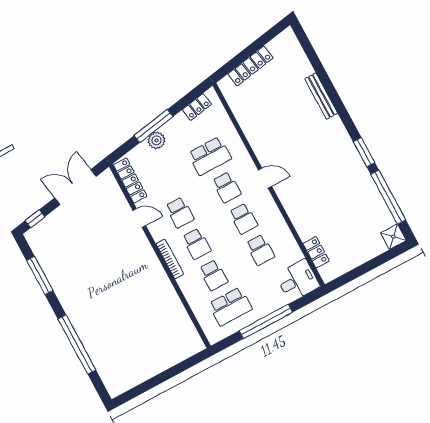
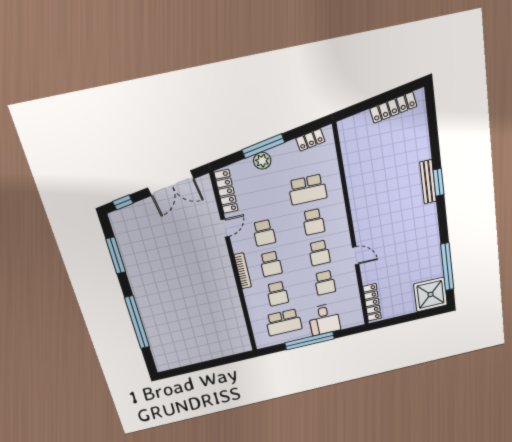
locker: (250, 66) -> (393, 107), moved
bench: (321, 96) -> (428, 182), moved
window: (364, 152) -> (439, 182), moved
door: (265, 178) -> (356, 256), moved
double door: (75, 187) -> (171, 183), swing flipped
door: (139, 218) -> (225, 228), hinge flipped
shower: (393, 237) -> (431, 294), width x1.86, depth x1.86
locker: (316, 252) -> (372, 302), width x1.53
desk: (298, 281) -> (324, 319), moved, turned 90

